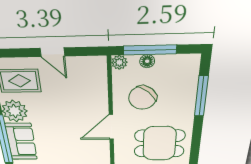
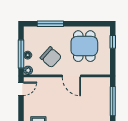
door: (52, 52) -> (21, 89), moved

